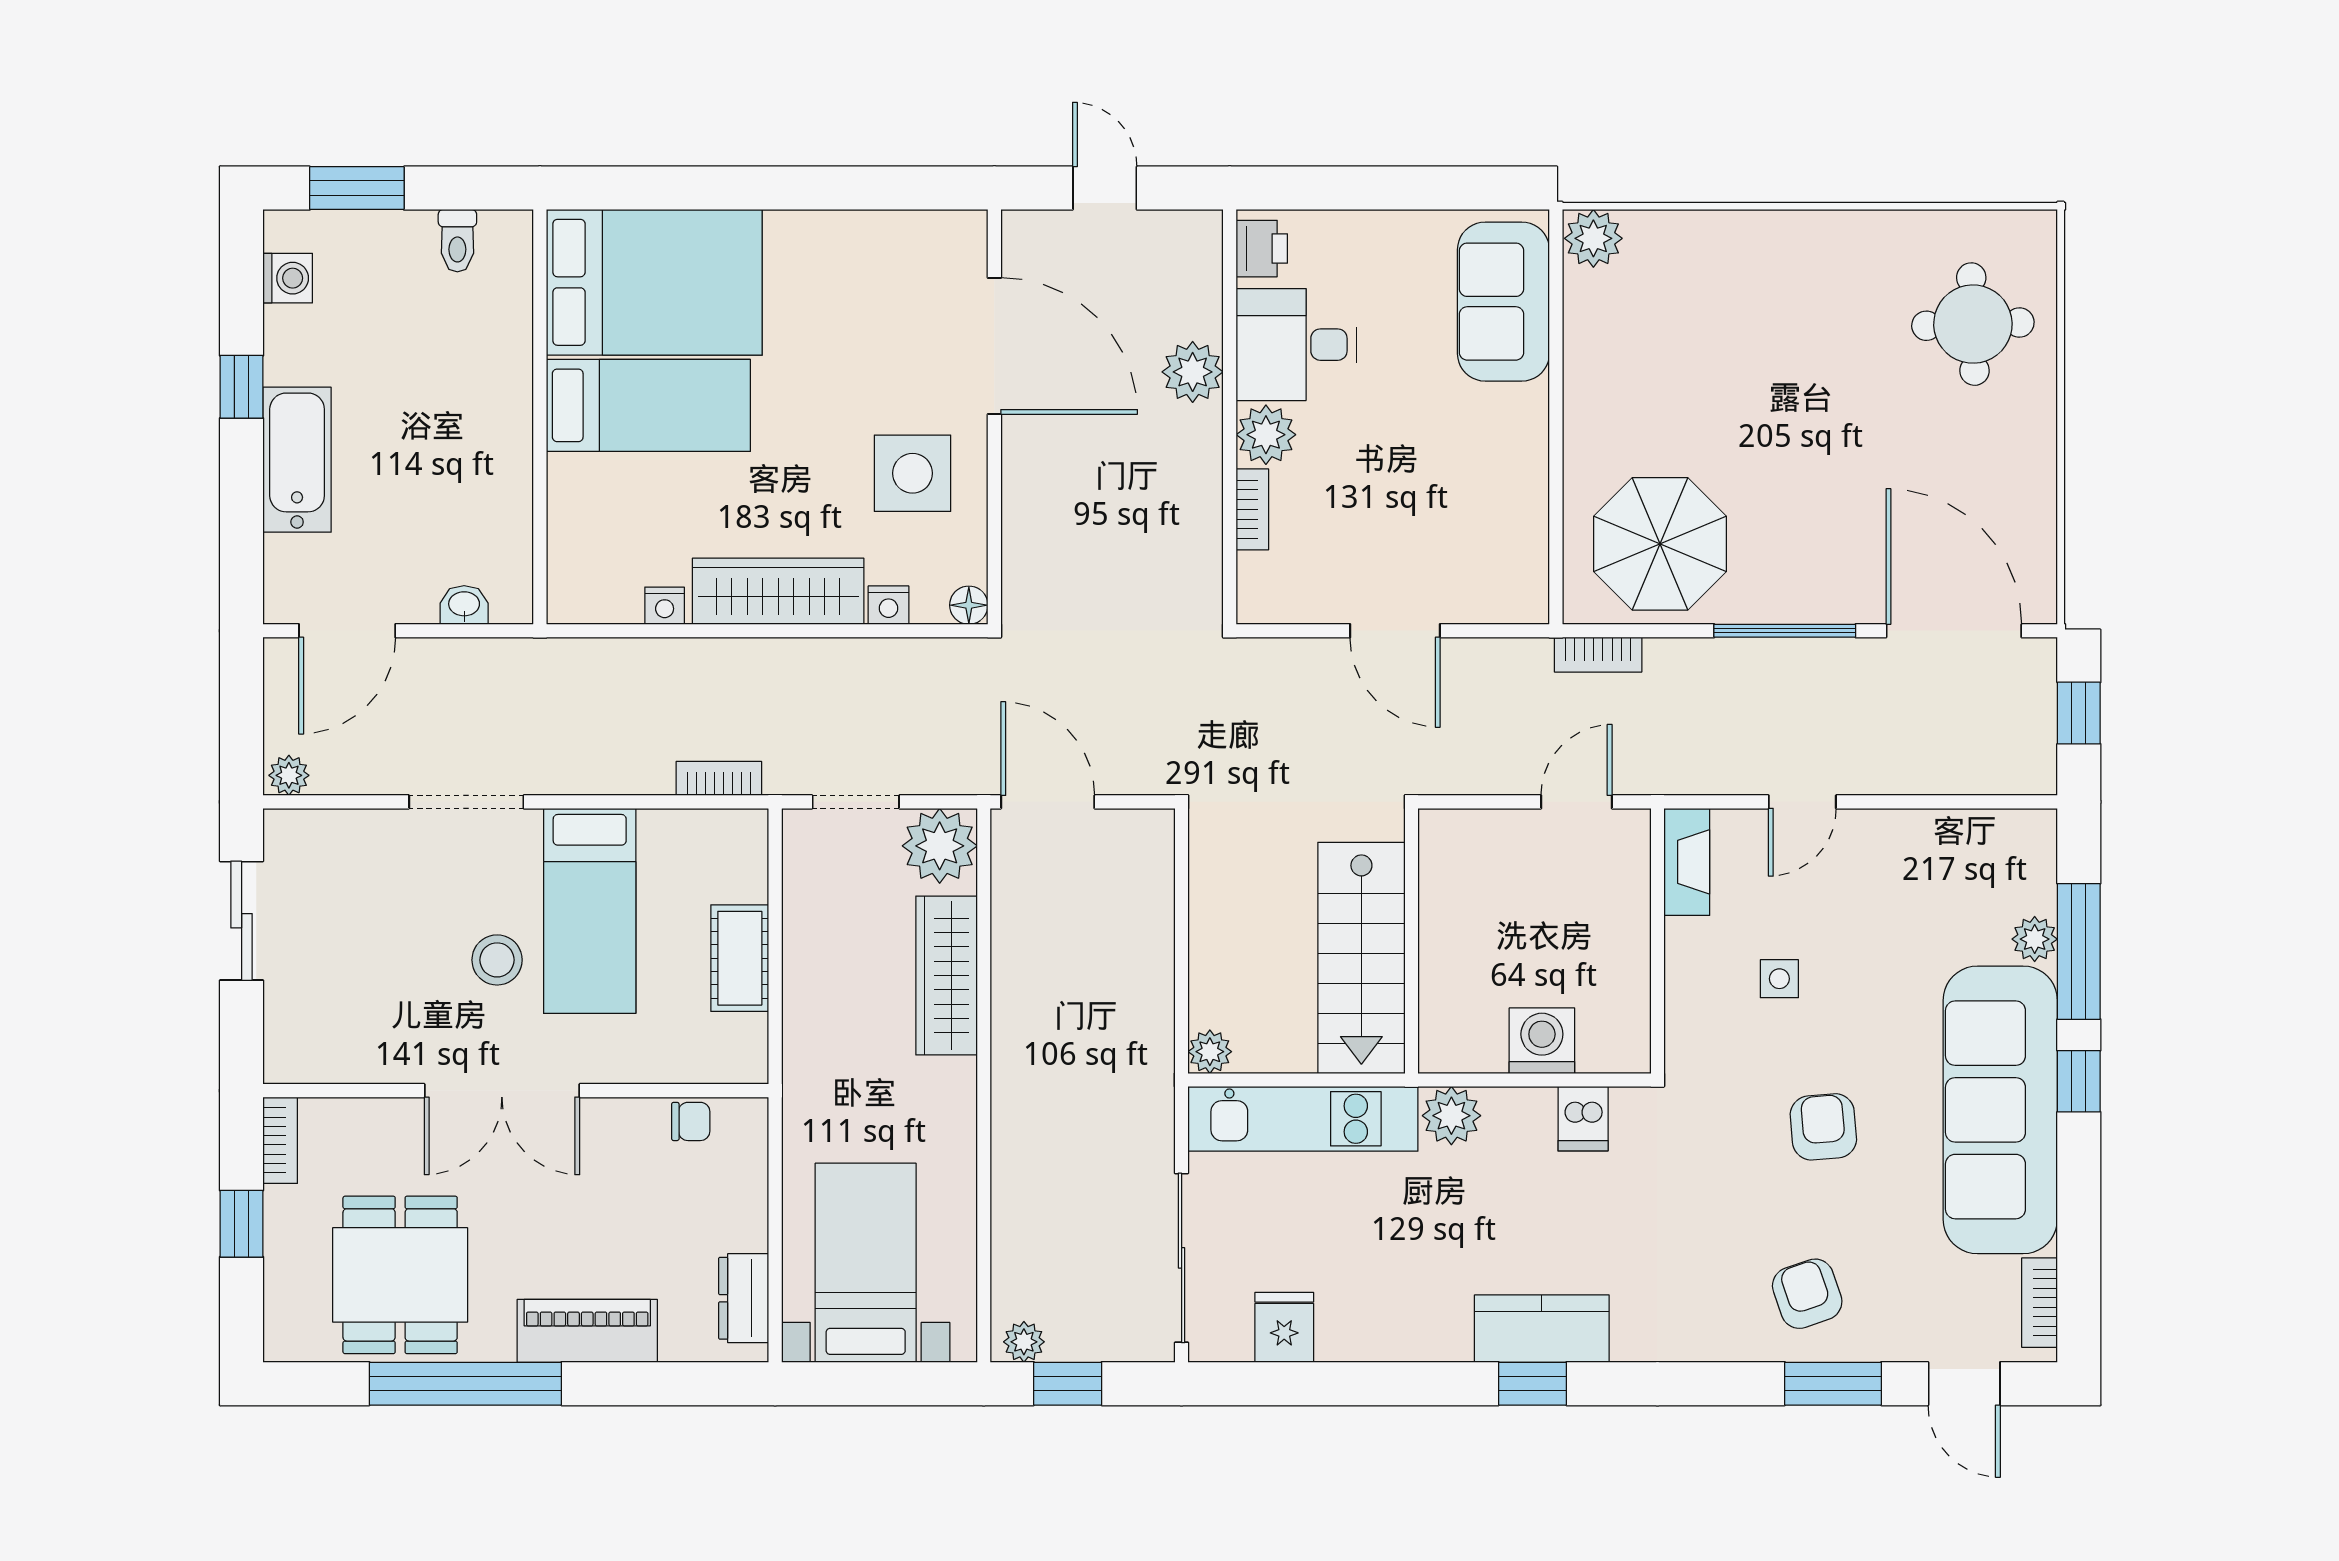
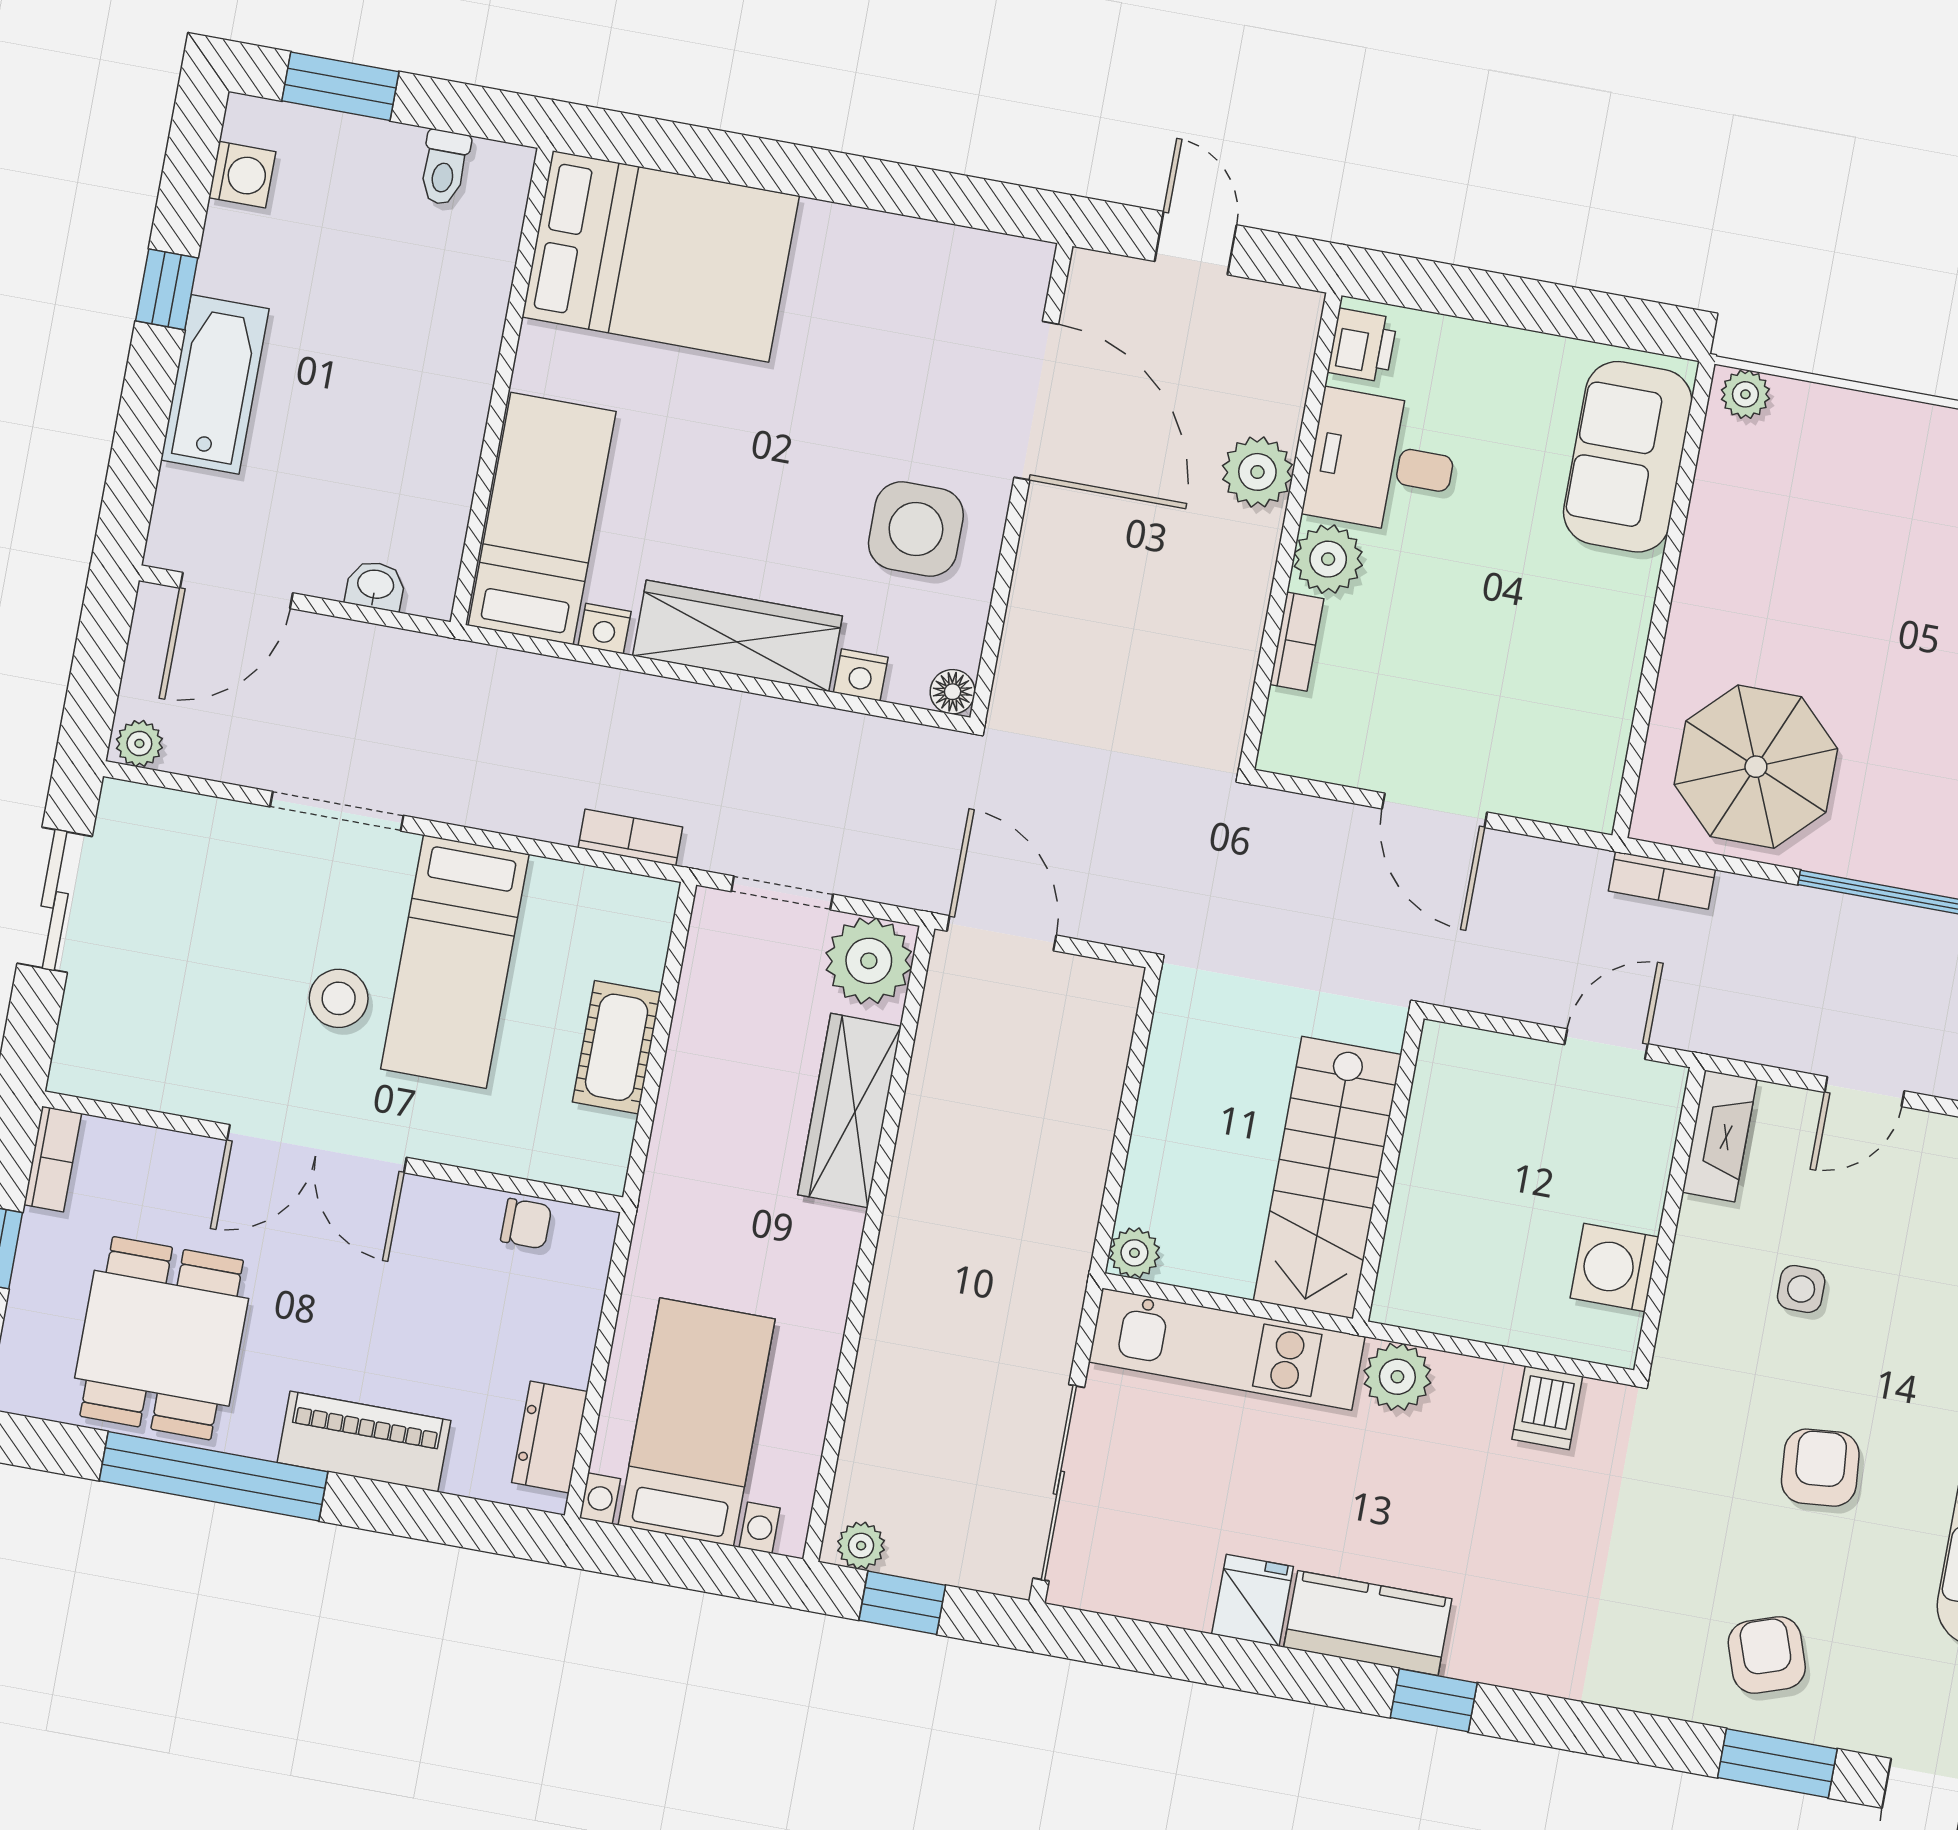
plant: (1593, 238) -> (1745, 394), width x0.73, depth x0.73
bed: (648, 405) -> (542, 518), moved, turned -90
washing machine: (1542, 1041) -> (1615, 1268), moved, turned -90
fridge: (1284, 1327) -> (1253, 1600), moved
kitchen counter: (1542, 1329) -> (1368, 1623), moved

